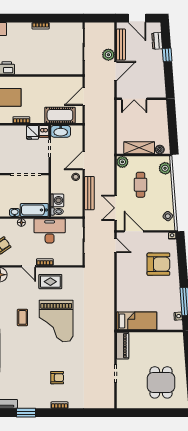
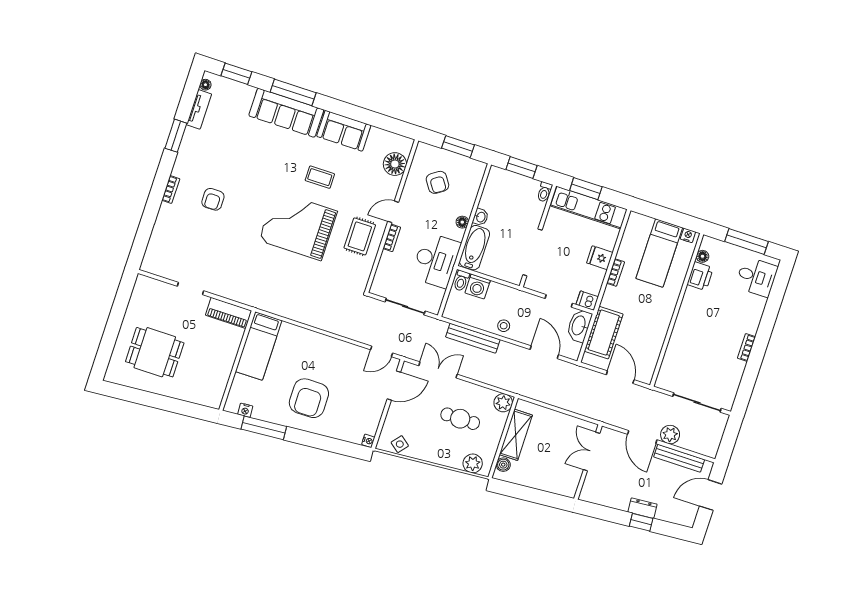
dresser: (157, 41) -> (643, 508), moved
fridge: (33, 132) -> (600, 258), moved
door: (84, 160) -> (544, 352), moved
armchair: (158, 264) -> (309, 398), moved

